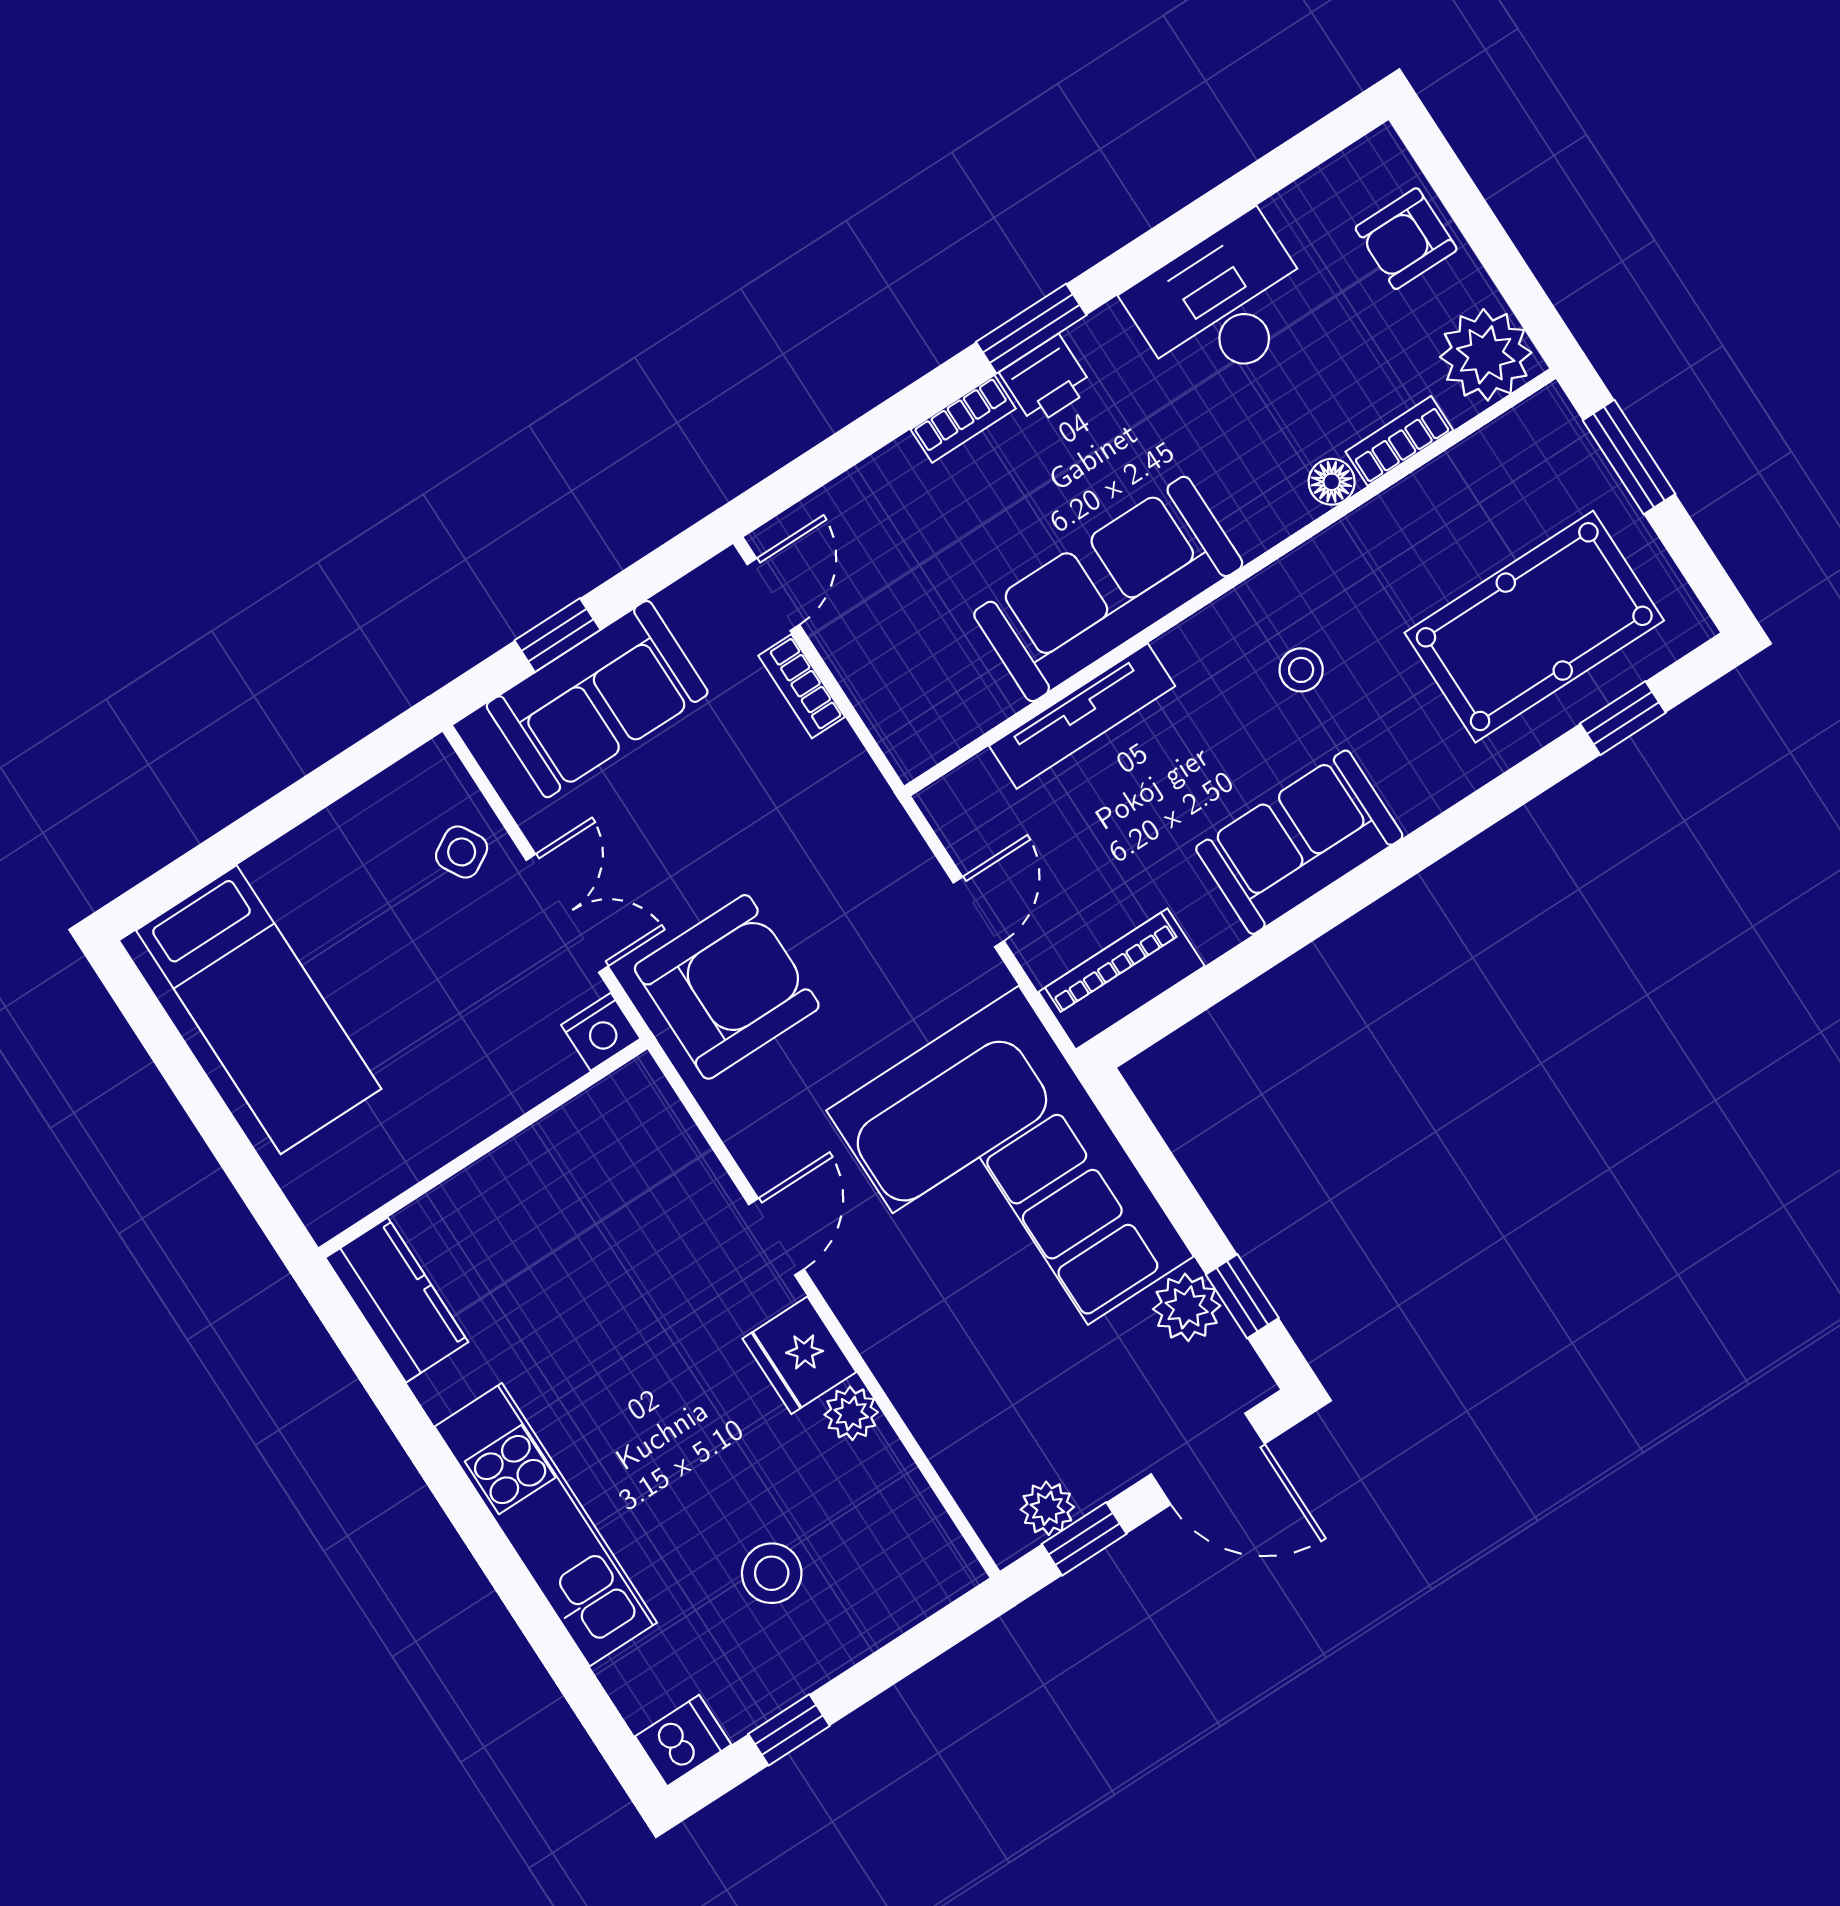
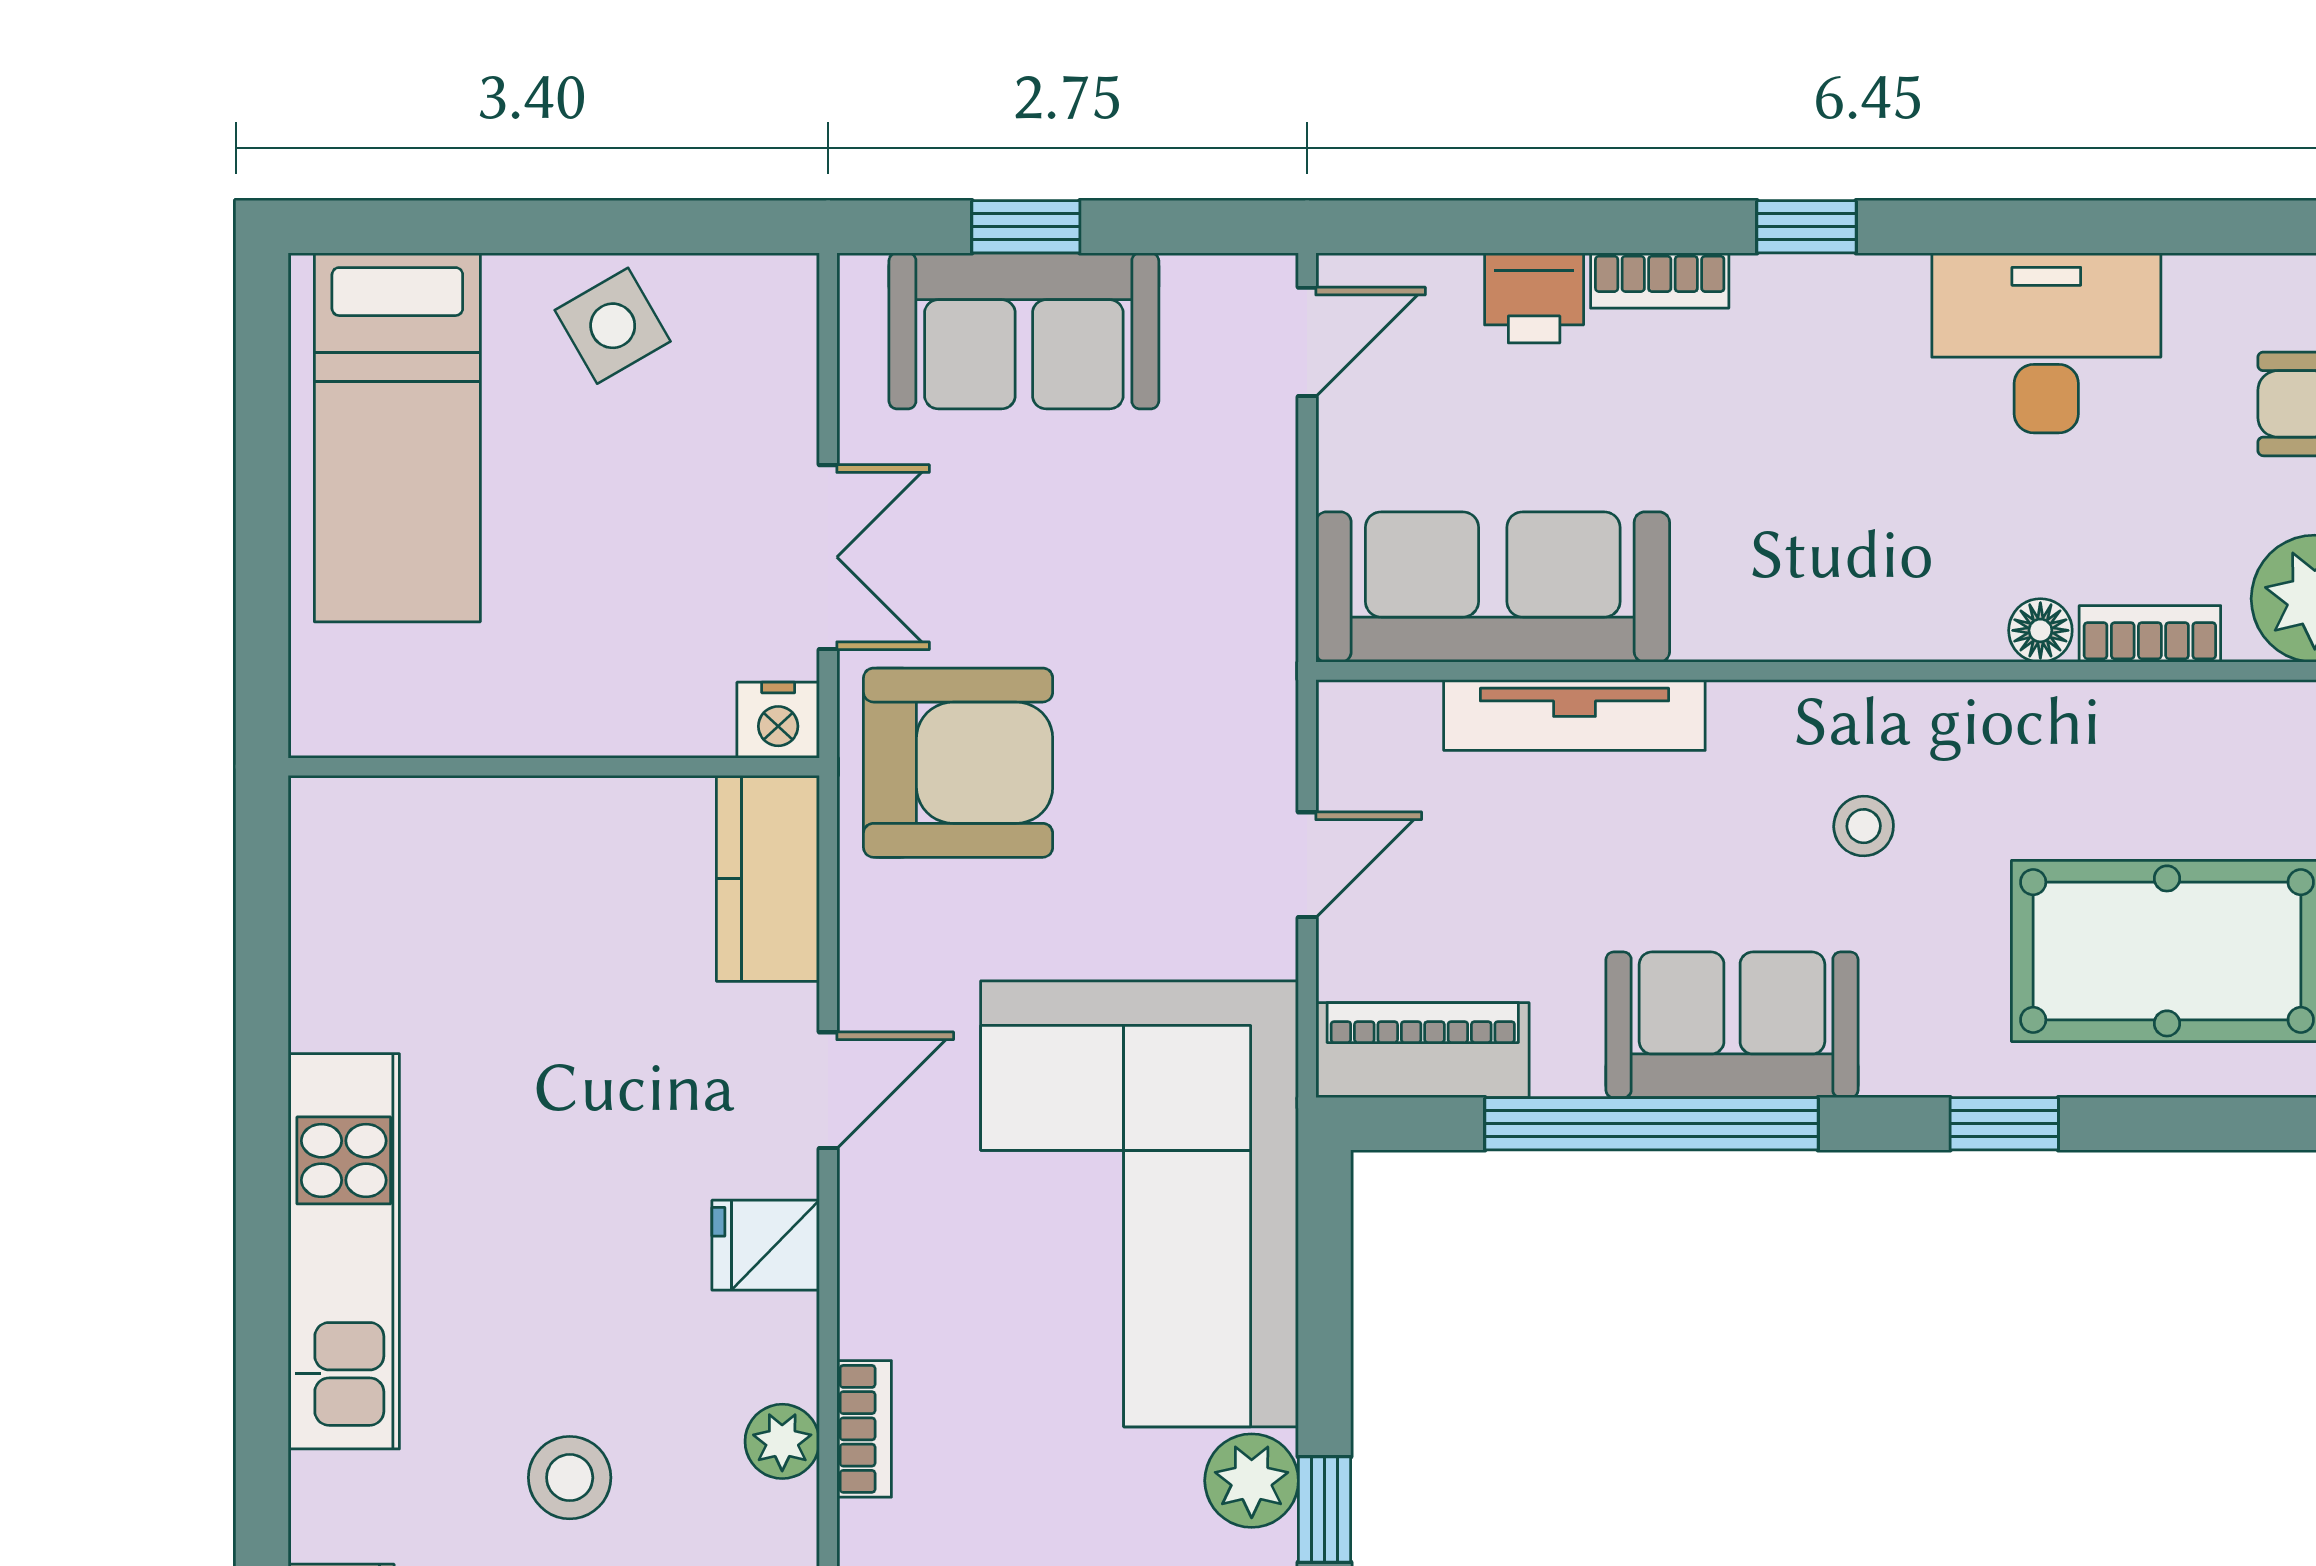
window: (1031, 329) -> (1807, 227), width x0.67
printer: (1046, 380) -> (1534, 298), moved
sofa: (1108, 589) -> (1493, 587), moved
bookcase: (802, 686) -> (864, 1429), moved, turned 180
window: (1623, 718) -> (2004, 1124), moved
side table: (462, 852) -> (613, 326), moved, width x1.37, depth x1.37
window: (1289, 934) -> (1652, 1124), added
kitchen counter: (397, 1300) -> (768, 878), moved, turned 180
fridge: (799, 1355) -> (766, 1245), width x0.72
plant: (851, 1413) -> (782, 1441), moved

